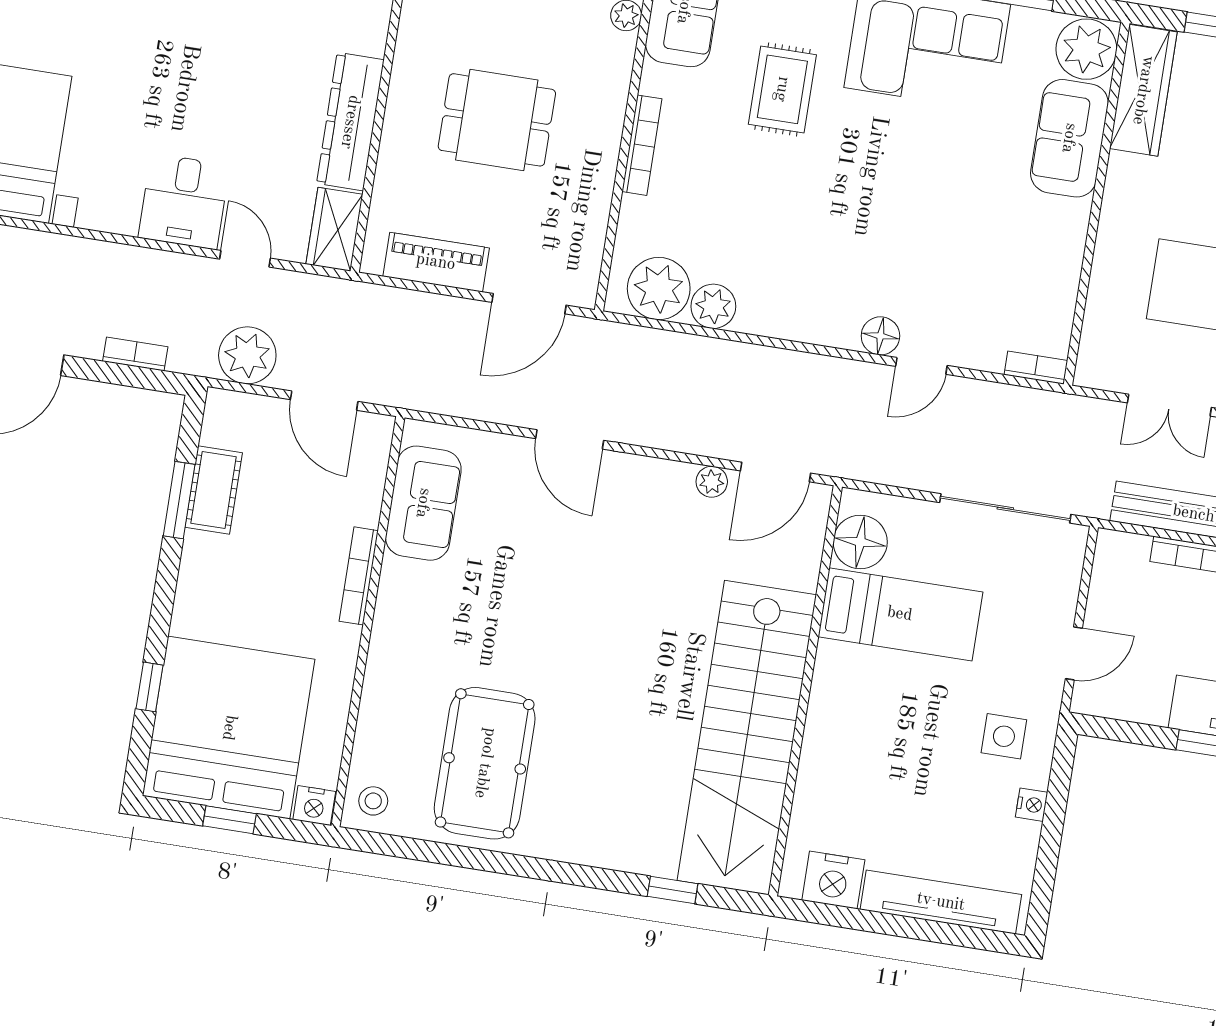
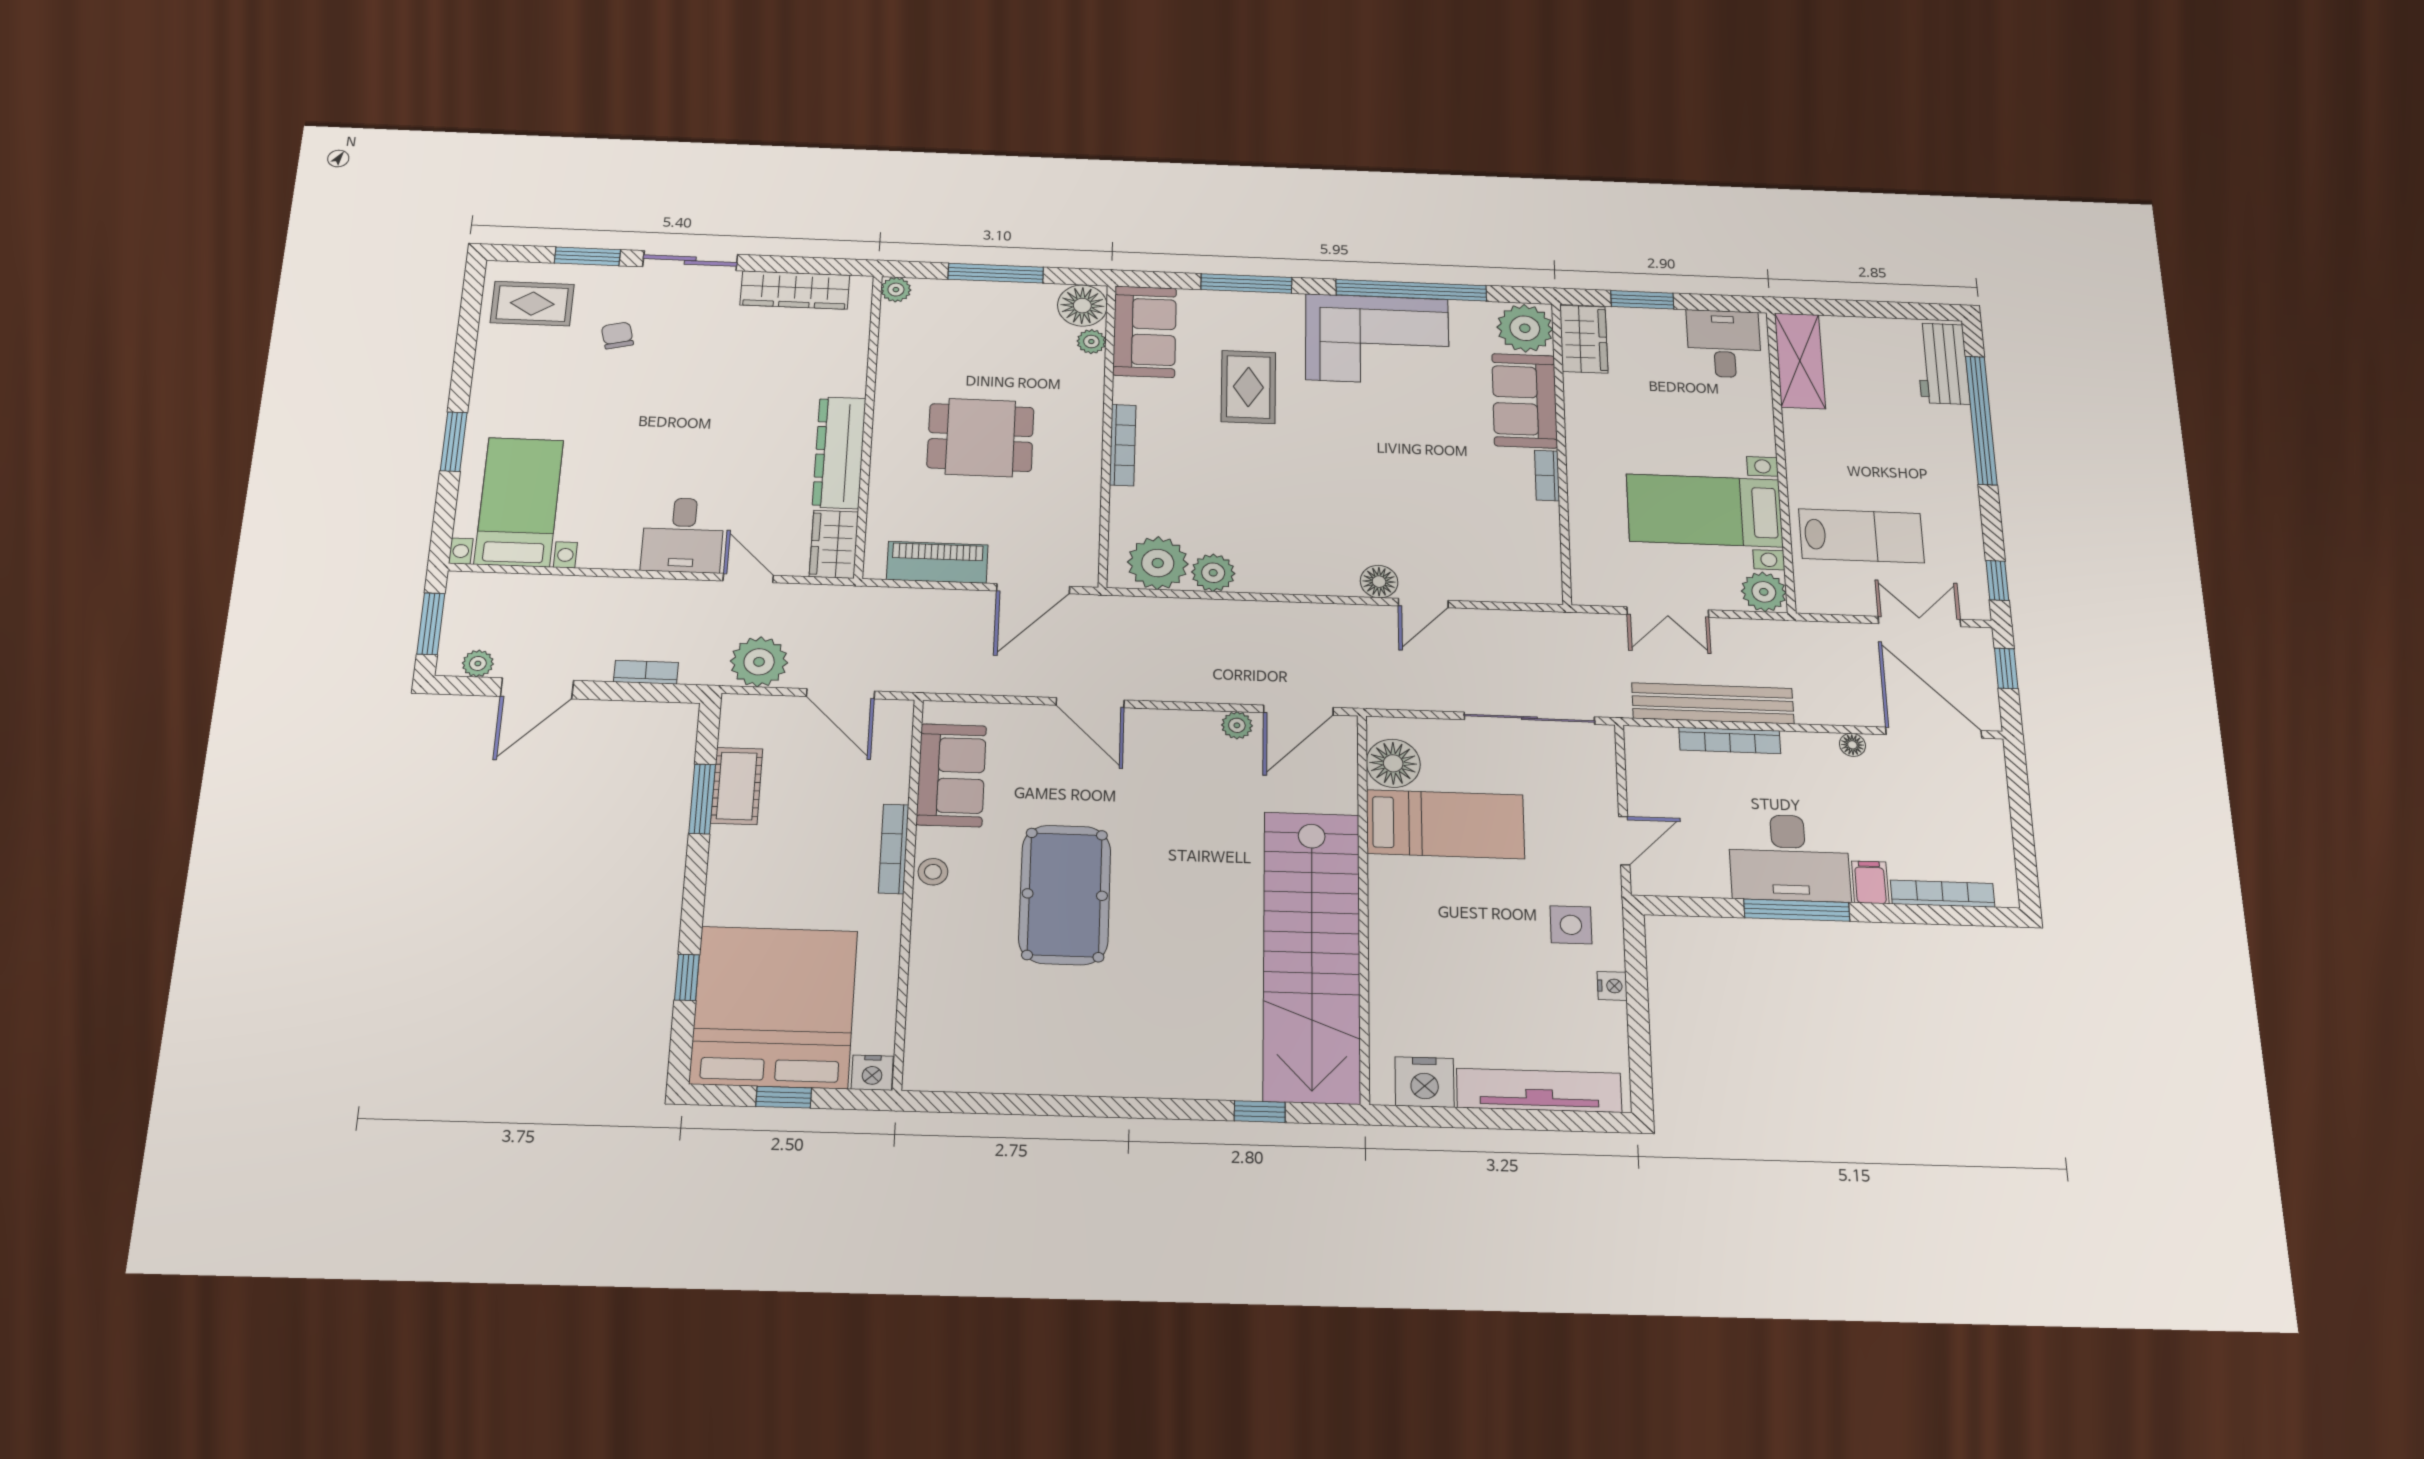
wardrobe: (1143, 90) -> (1584, 339), width x0.67
bookcase: (1036, 368) -> (1547, 476), moved, turned -90
pool table: (485, 763) -> (1065, 895), moved
stool: (373, 801) -> (933, 872), moved

